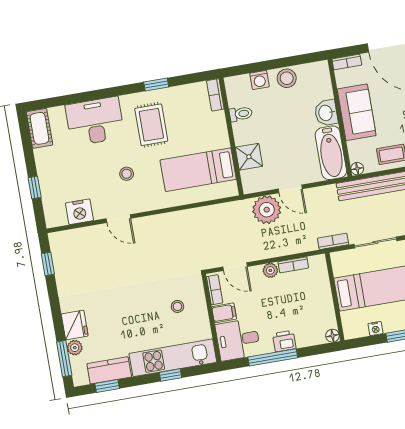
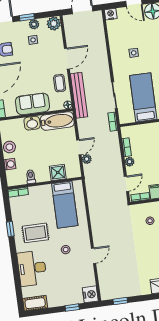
plant: (267, 210) -> (87, 159), width x0.53, depth x0.53
nightstand: (79, 212) -> (90, 294), moved

